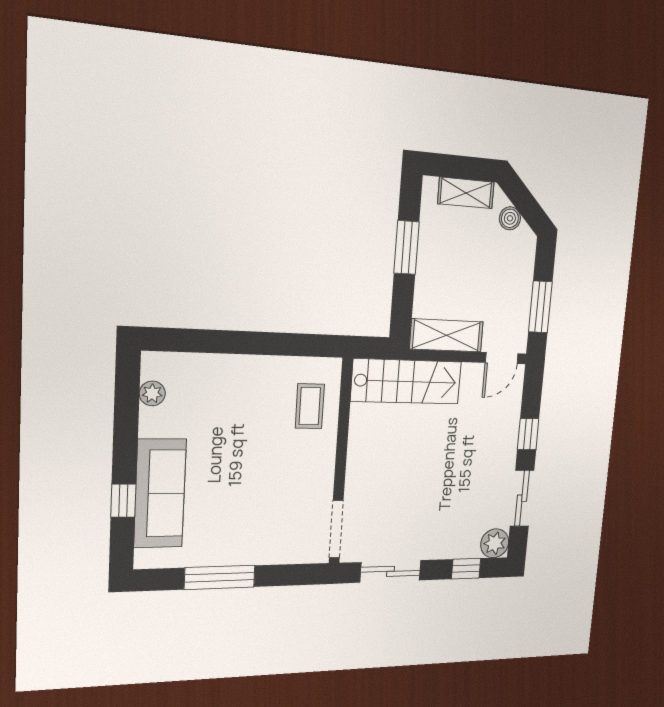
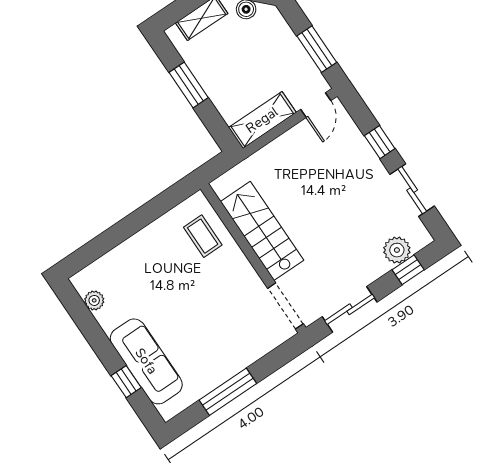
stairs: (406, 381) -> (262, 231), moved, turned -90
plant: (495, 543) -> (397, 250), moved

